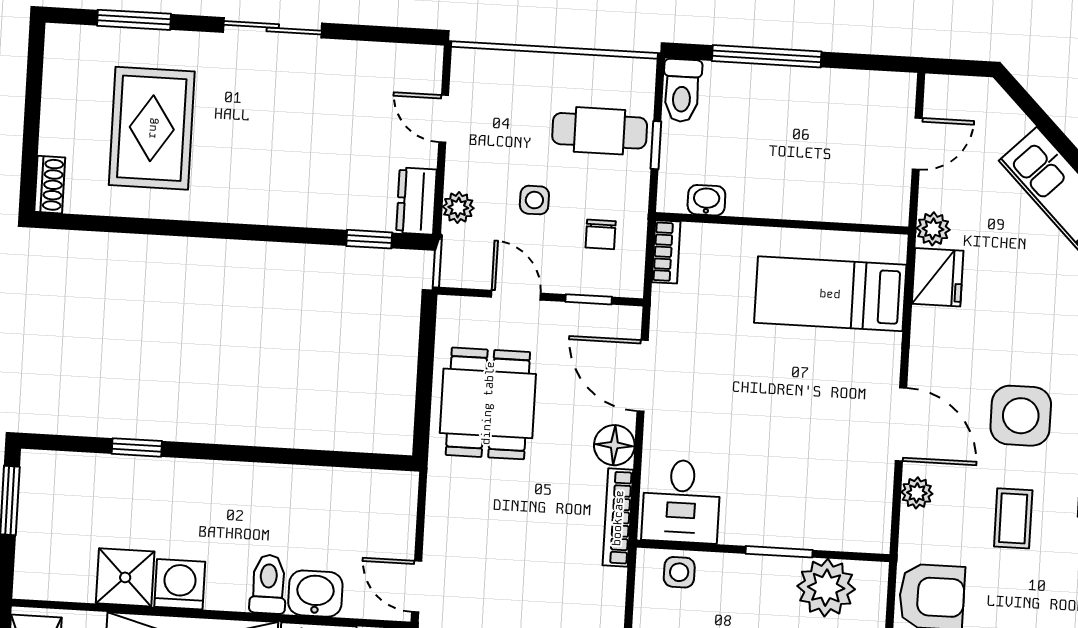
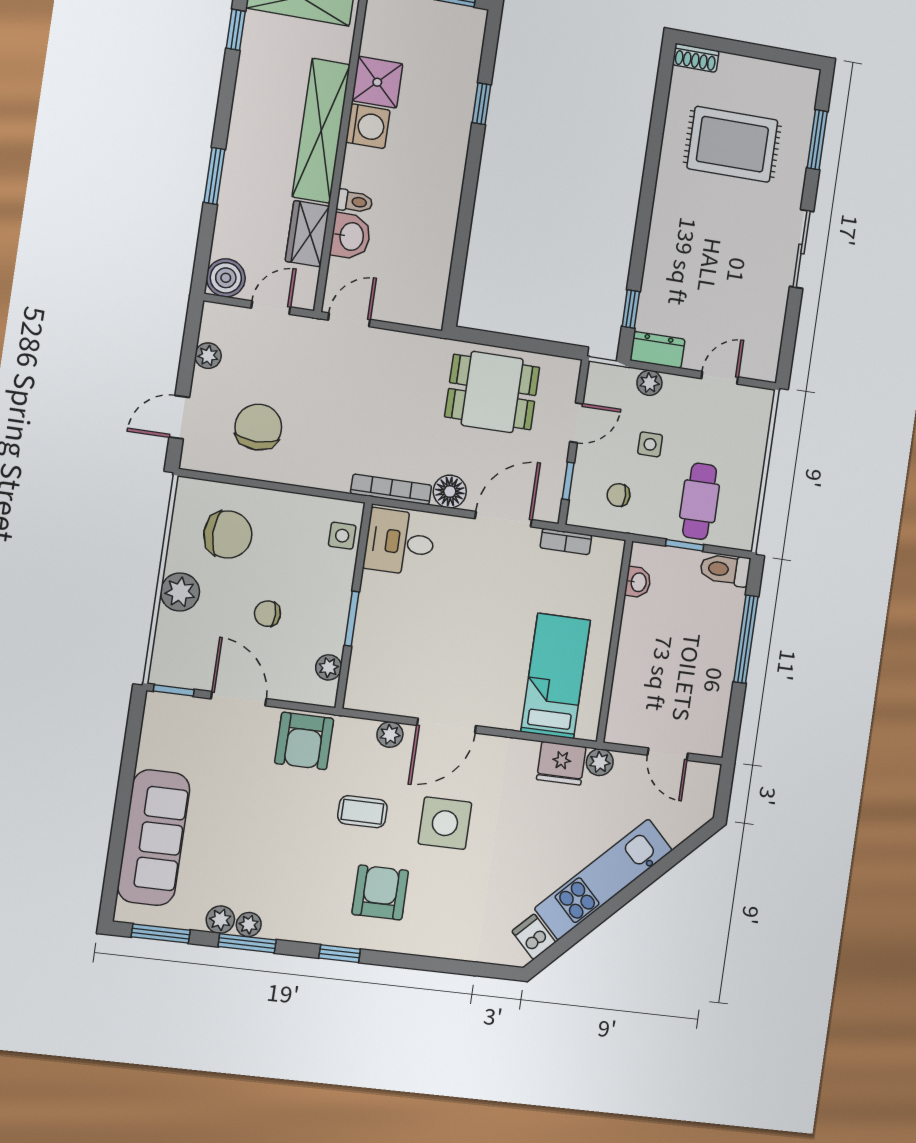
bookcase: (666, 252) -> (566, 542), moved
toilet: (268, 584) -> (354, 201), width x0.73, depth x0.72
plant: (826, 588) -> (329, 667), width x0.53, depth x0.53

